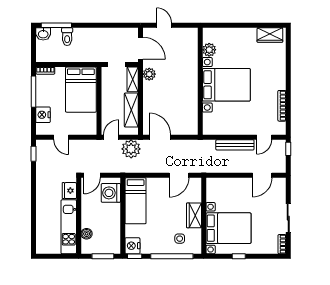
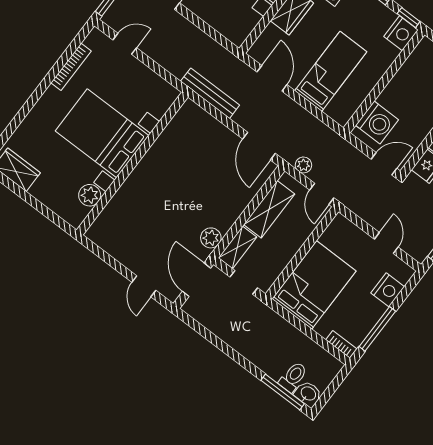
toilet: (67, 37) -> (293, 377), moved
plant: (209, 50) -> (90, 195), moved
wall: (200, 81) -> (132, 164), moved
bed with nightstands: (226, 85) -> (102, 133), moved
door: (111, 137) -> (322, 194), hinge flipped
bench: (235, 145) -> (210, 93), moved
plant: (131, 149) -> (303, 165), width x0.53, depth x0.53
door: (179, 175) -> (272, 78), hinge flipped
bed: (136, 201) -> (331, 71), moved

